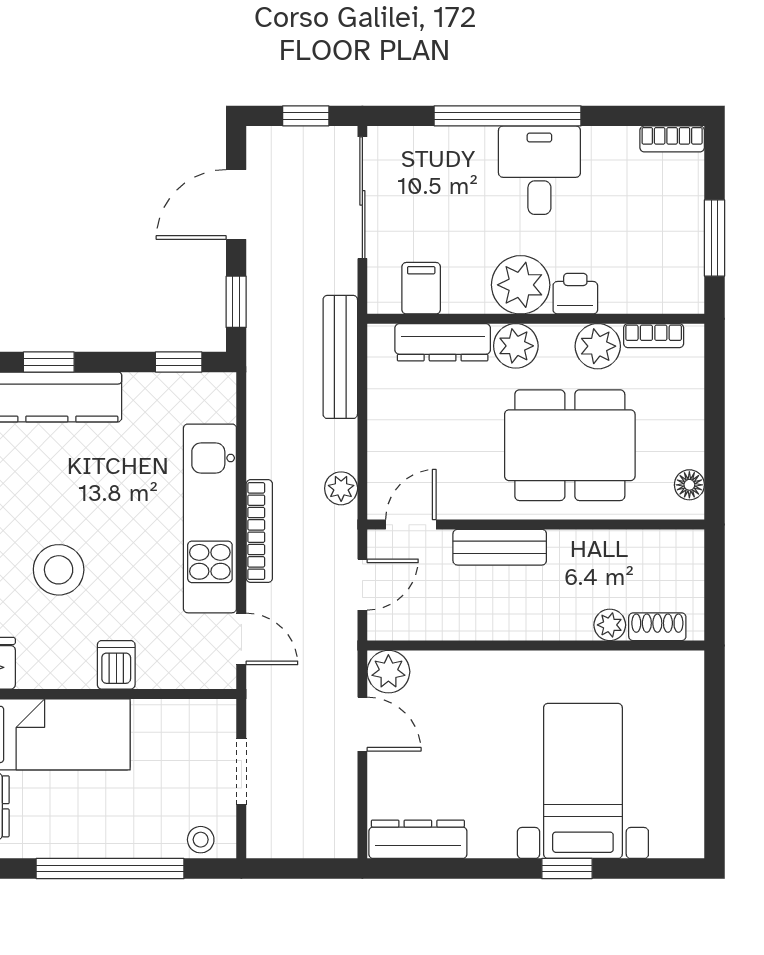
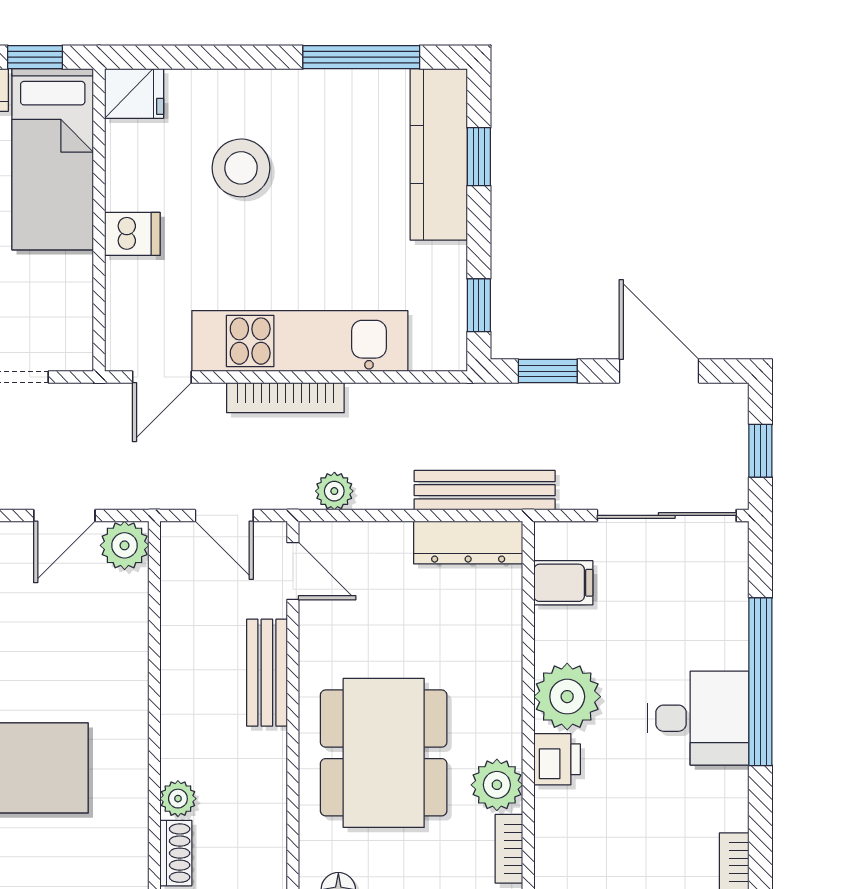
dresser: (443, 342) -> (468, 542), moved, turned -90
plant: (516, 346) -> (497, 691), removed

